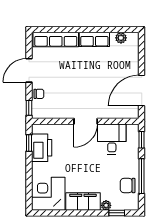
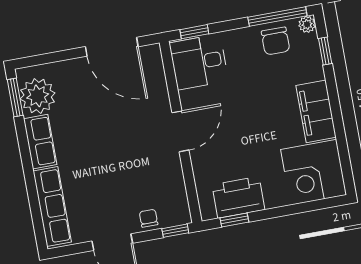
window: (122, 30) -> (15, 98), added
plant: (121, 38) -> (38, 96), width x1.87, depth x1.87
door: (86, 121) -> (180, 131), hinge flipped
desk: (112, 139) -> (199, 62), moved
window: (142, 176) -> (277, 17), moved
plant: (106, 205) -> (307, 24), moved

